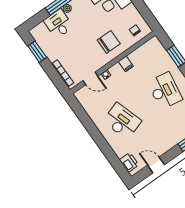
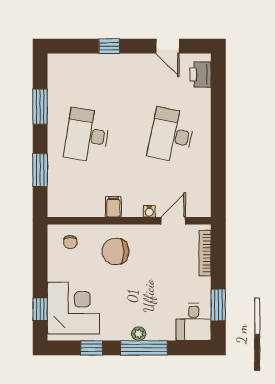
desk: (58, 24) -> (194, 322), moved
door: (90, 78) -> (173, 221), hinge flipped
desk: (122, 121) -> (171, 135), turned 30

